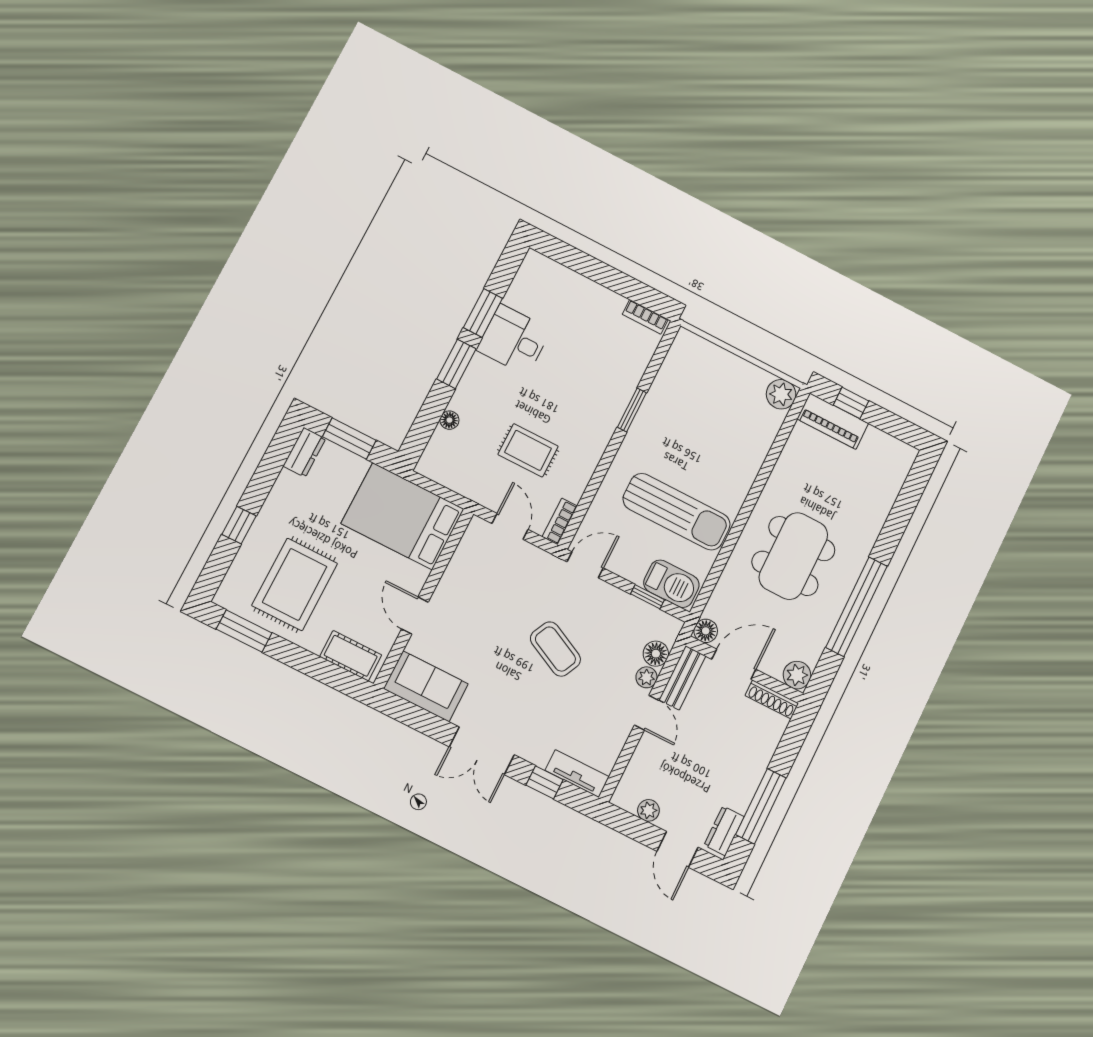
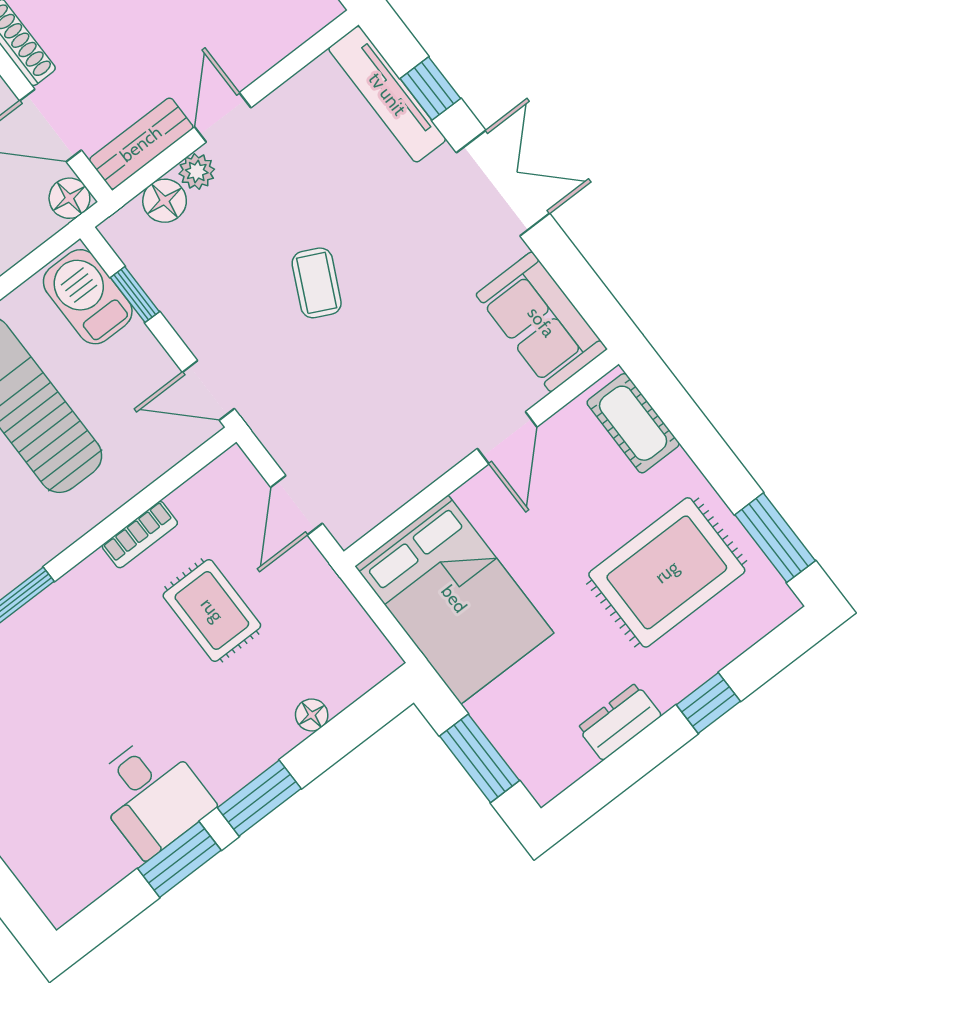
dresser: (304, 452) -> (619, 722), moved
bookcase: (560, 521) -> (140, 535), moved
coffee table: (555, 649) -> (317, 283), width x0.73, depth x0.77
tv unit: (577, 774) -> (387, 94), width x1.41

